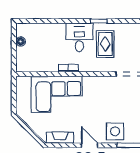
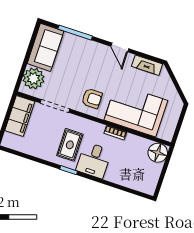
floor lamp: (21, 41) -> (158, 153), moved, width x1.89, depth x1.89
armchair: (99, 92) -> (92, 98), added
side table: (115, 131) -> (89, 53), removed

